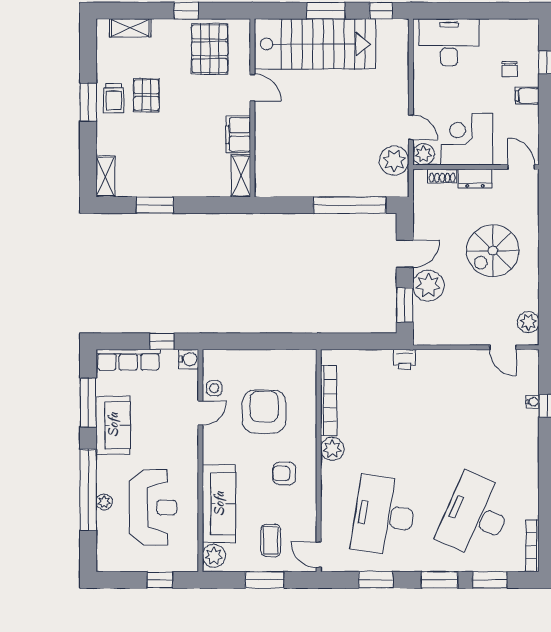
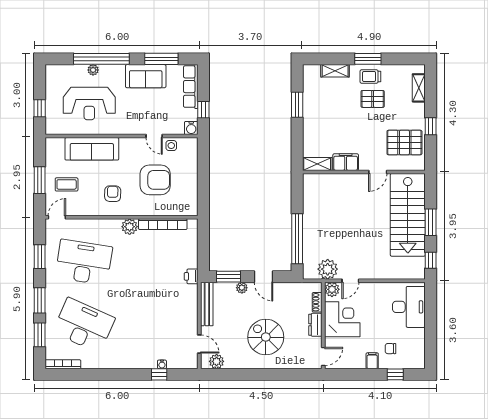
shelving: (105, 176) -> (335, 71), moved
plant: (428, 286) -> (242, 288), width x0.53, depth x0.53
bench: (445, 336) -> (207, 304), added
door: (503, 347) -> (199, 344), swing flipped
plant: (214, 556) -> (56, 145), removed

